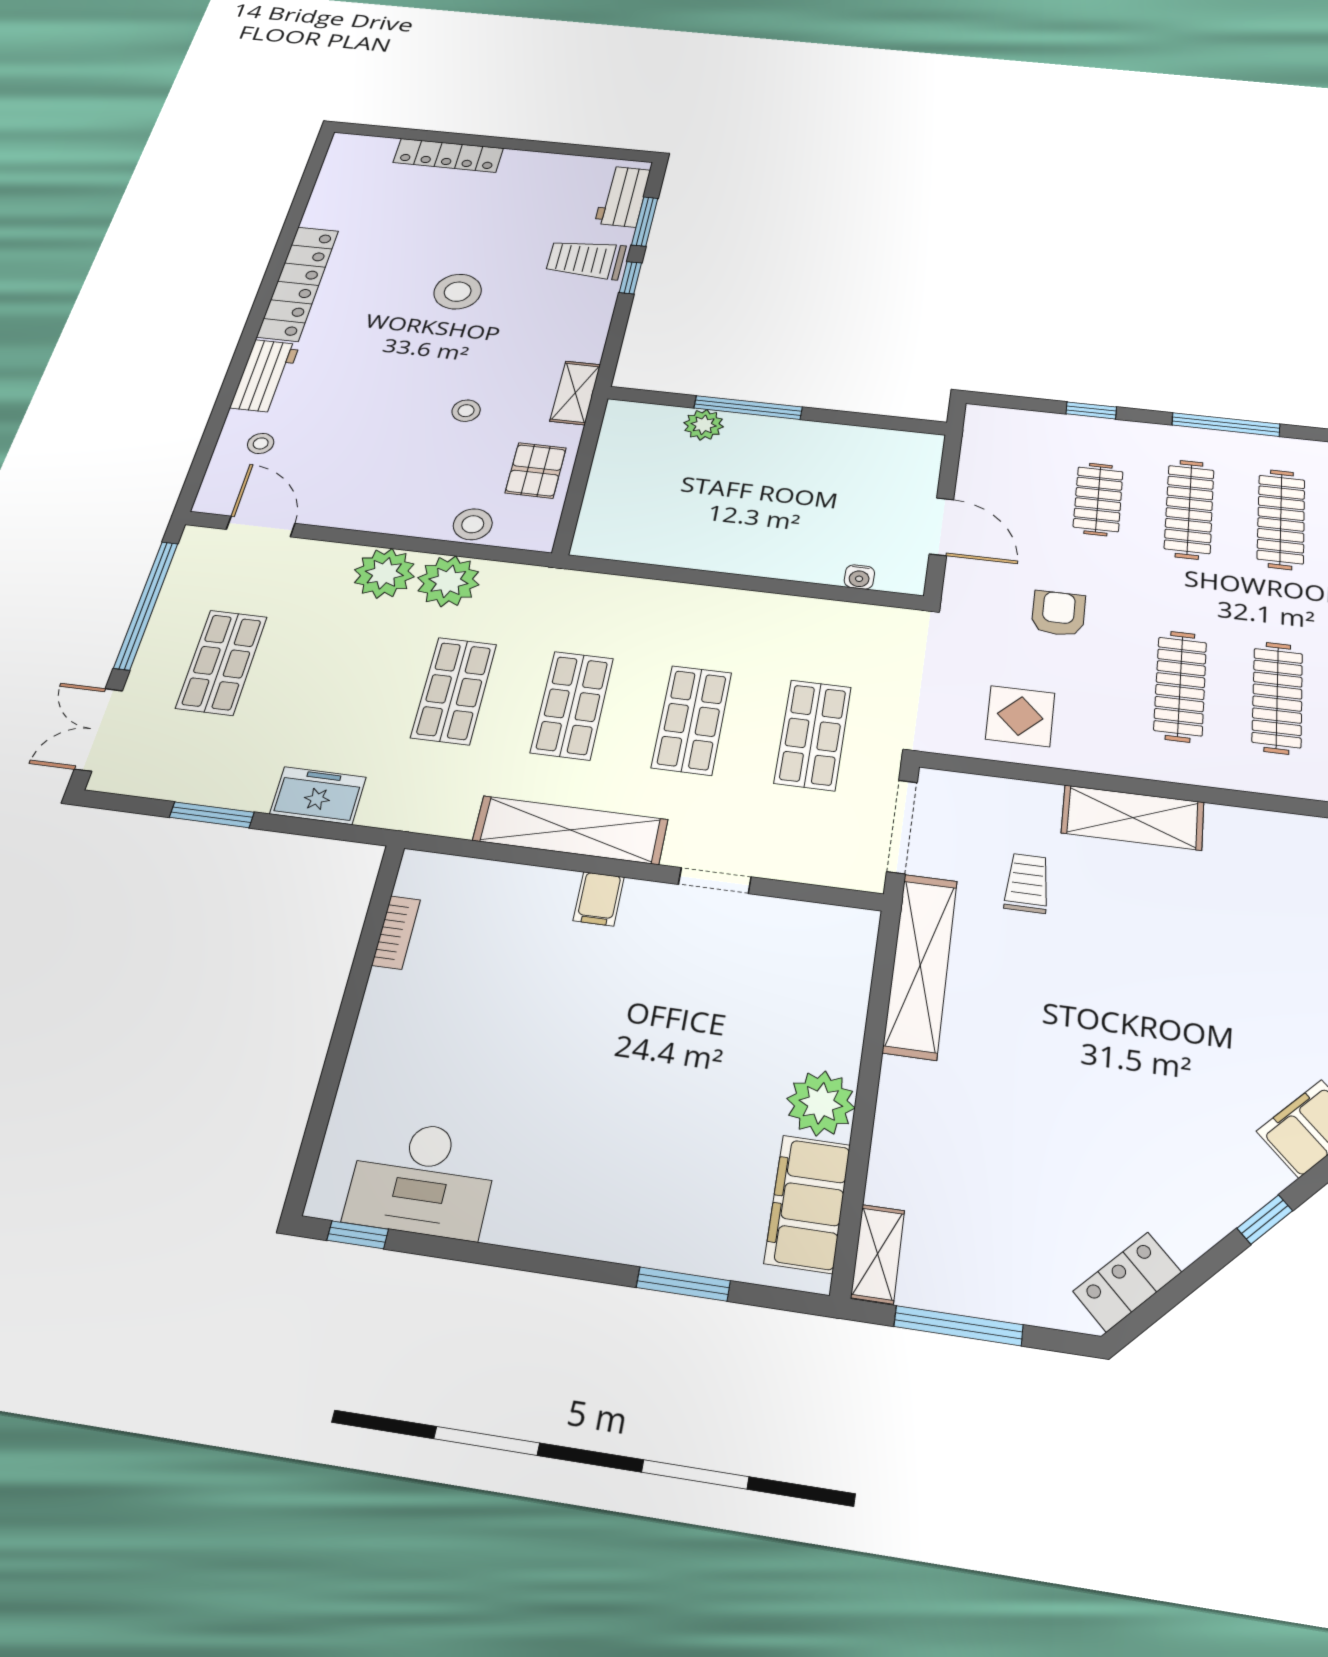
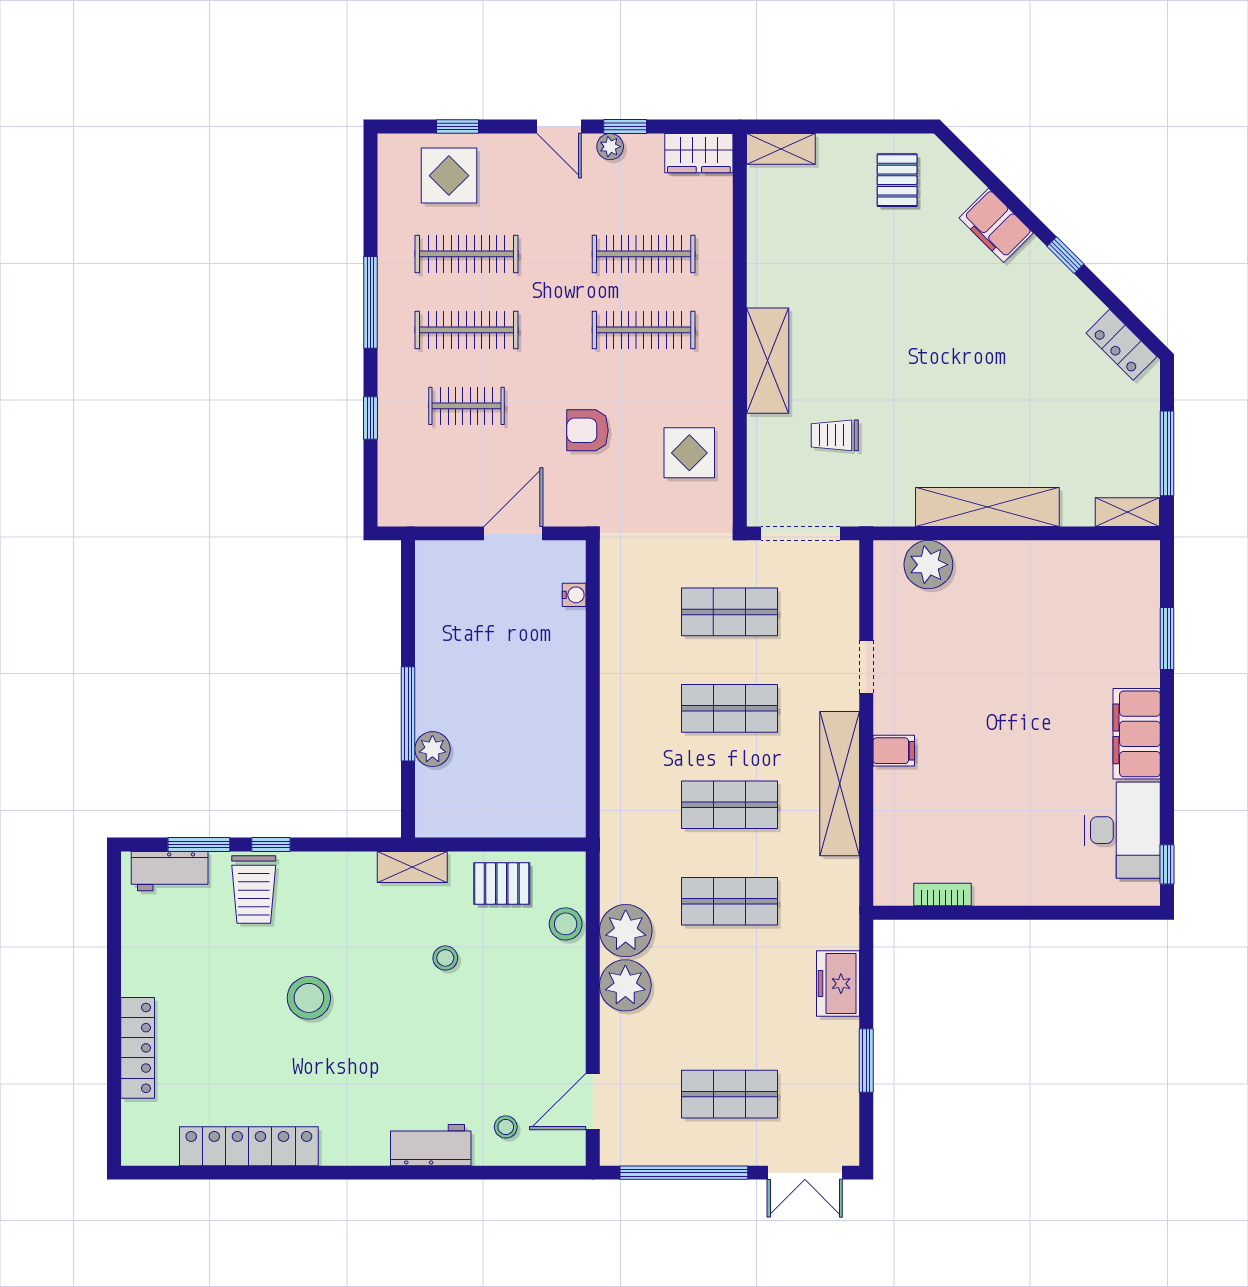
locker: (298, 283) -> (249, 1146), moved
shelving: (920, 965) -> (987, 507), moved
plant: (821, 1103) -> (928, 565), moved
filing cabinet: (808, 1203) -> (1137, 734), moved, turned 90

